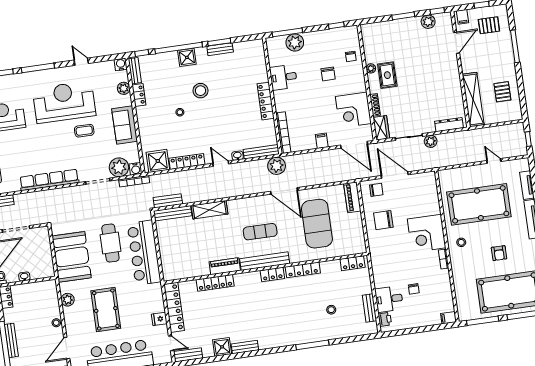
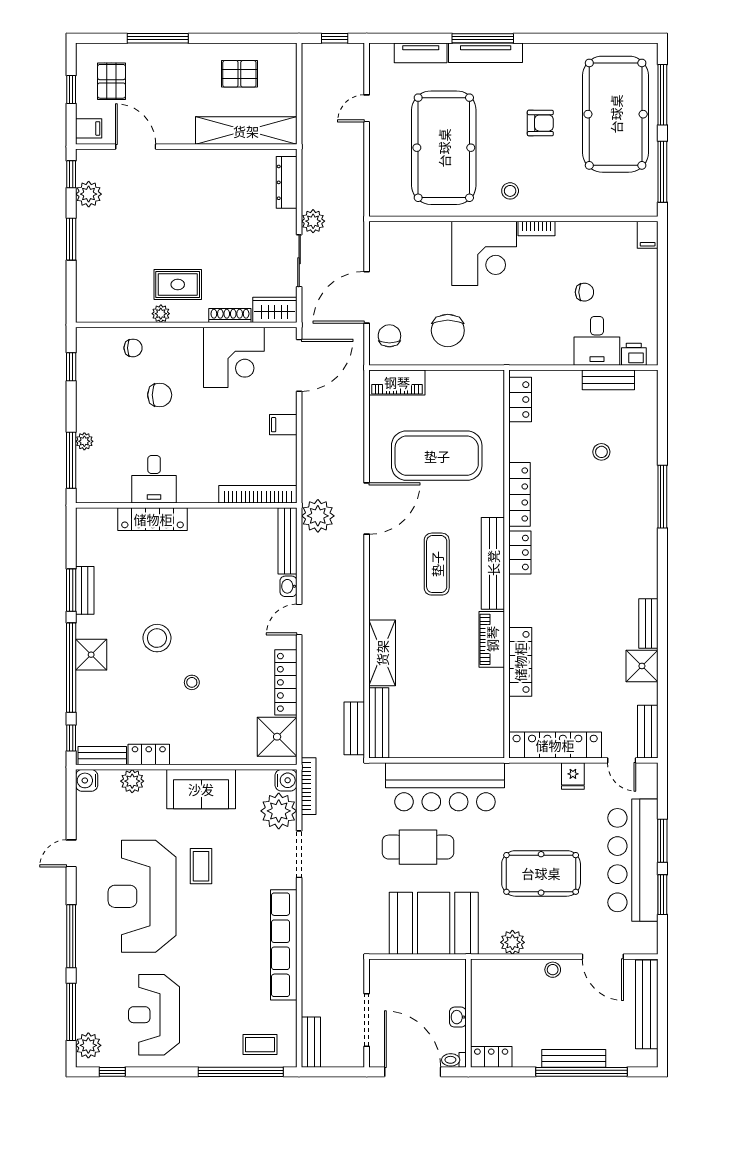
plant: (295, 42) -> (84, 441), width x0.53, depth x0.53
locker: (266, 101) -> (153, 519), moved
door: (171, 343) -> (622, 760), swing flipped

